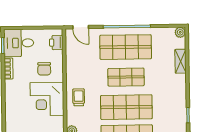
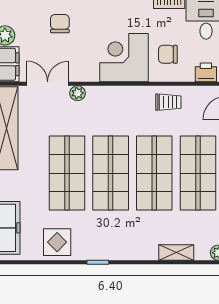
shop shelf: (126, 77) -> (154, 173), width x1.43, depth x1.36
trolley: (79, 97) -> (168, 102), moved

